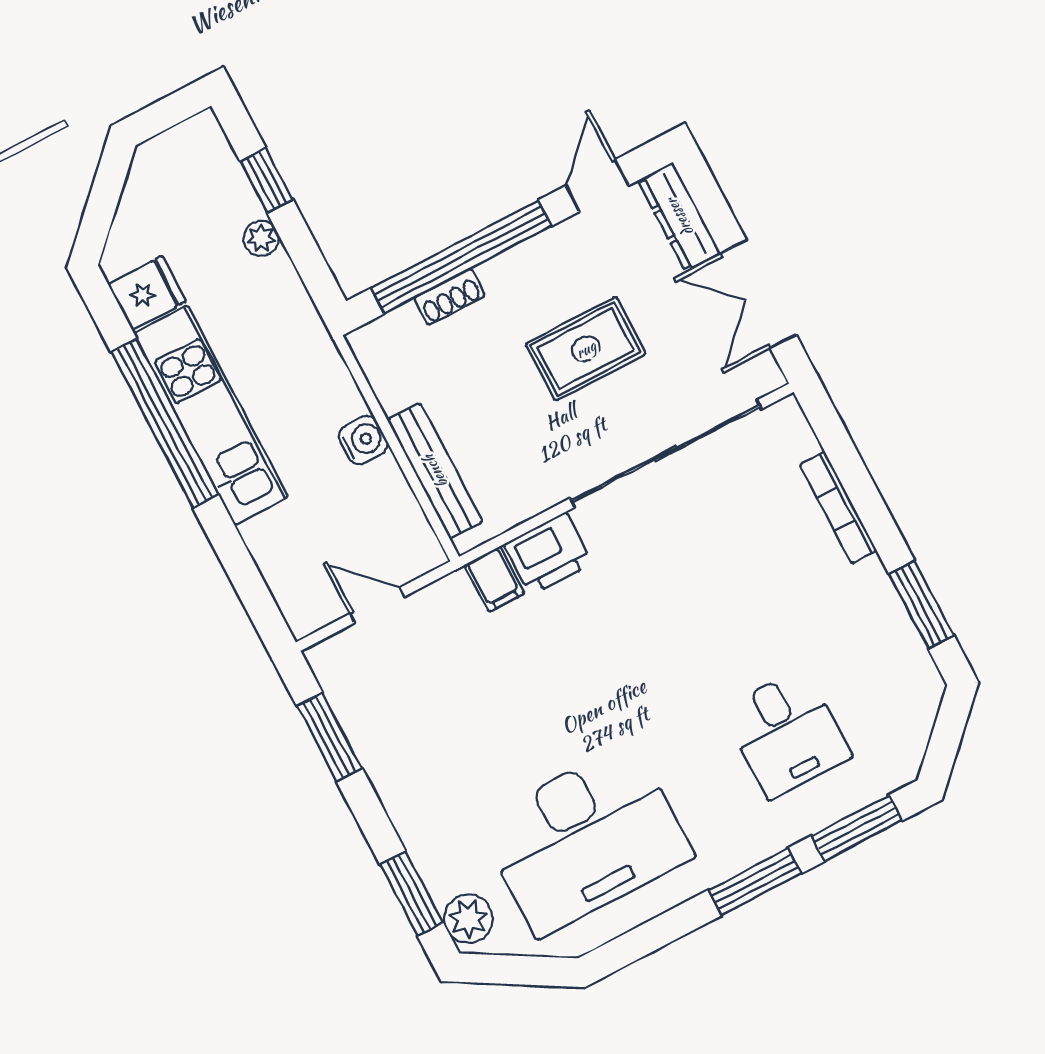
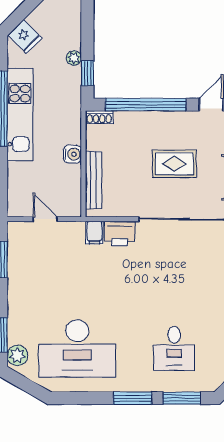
window: (267, 180) -> (87, 73), moved
fridge: (147, 293) -> (25, 37), moved, turned 45
shoe rack: (450, 297) -> (99, 117), moved

